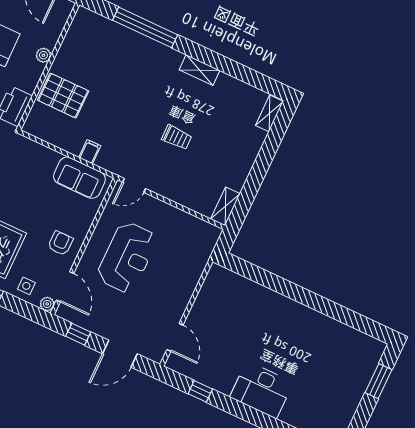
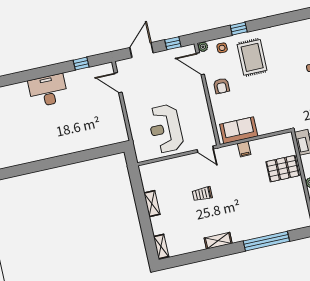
door: (134, 185) -> (205, 149), swing flipped
shelving: (225, 206) -> (152, 204), moved
reception desk: (127, 257) -> (165, 129), moved

